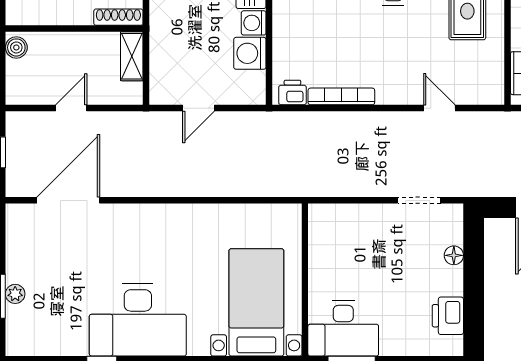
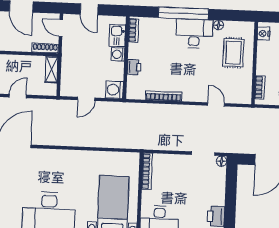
washing machine: (250, 53) -> (114, 90), moved
printer: (292, 93) -> (134, 67), moved, turned 90
bookcase: (317, 237) -> (147, 171), added
floor lamp: (454, 255) -> (222, 161), moved

